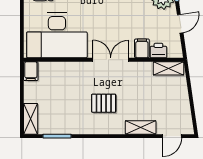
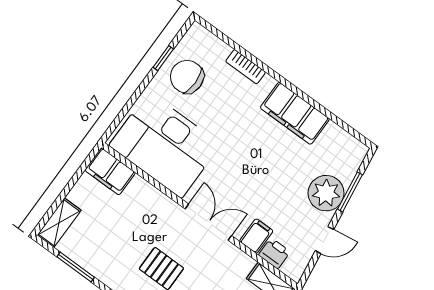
filing cabinet: (31, 71) -> (110, 171), width x2.00

